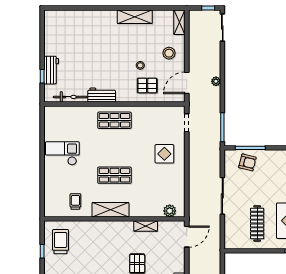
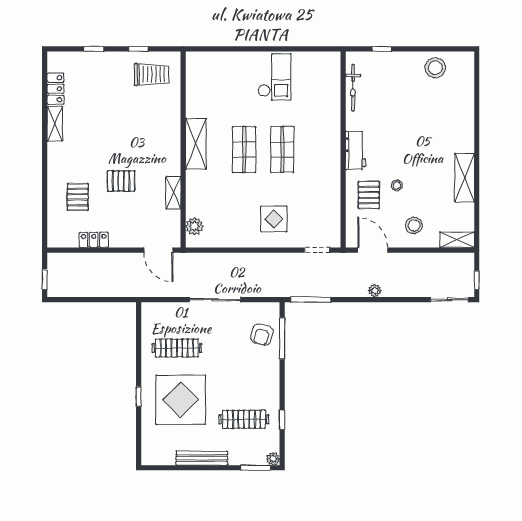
stool: (56, 38) -> (435, 68), added
workbench: (51, 70) -> (390, 61), removed
workbench: (102, 95) -> (356, 150), moved
shop shelf: (114, 120) -> (282, 149), moved
trolley: (75, 201) -> (207, 95), removed

